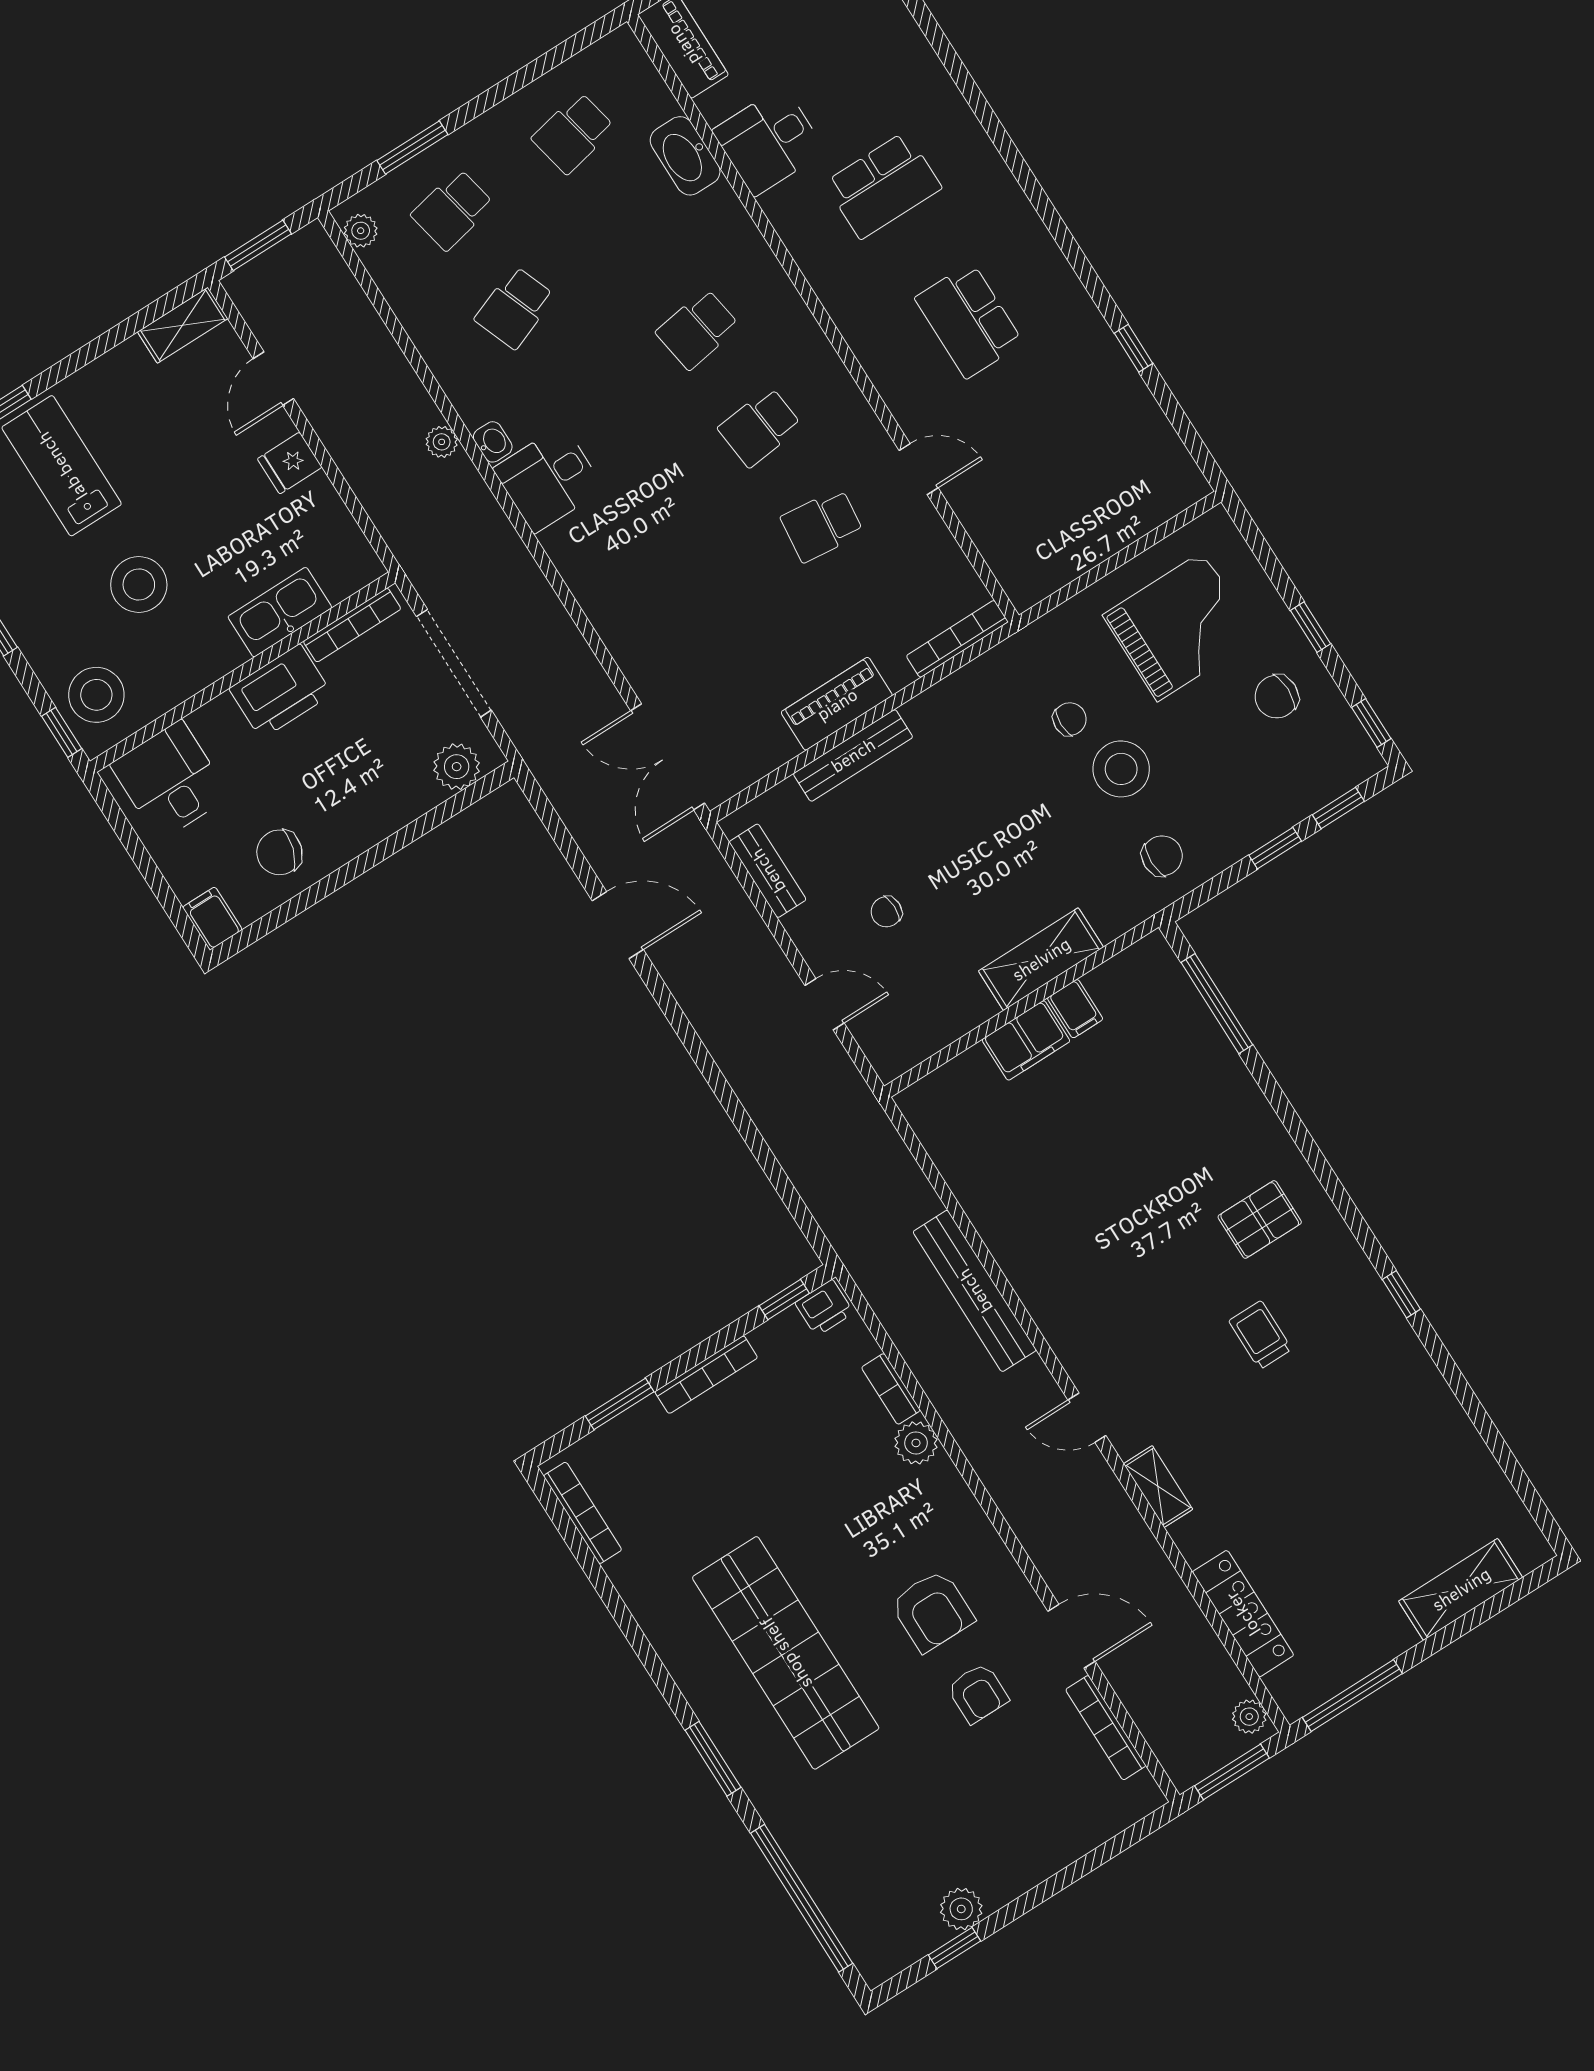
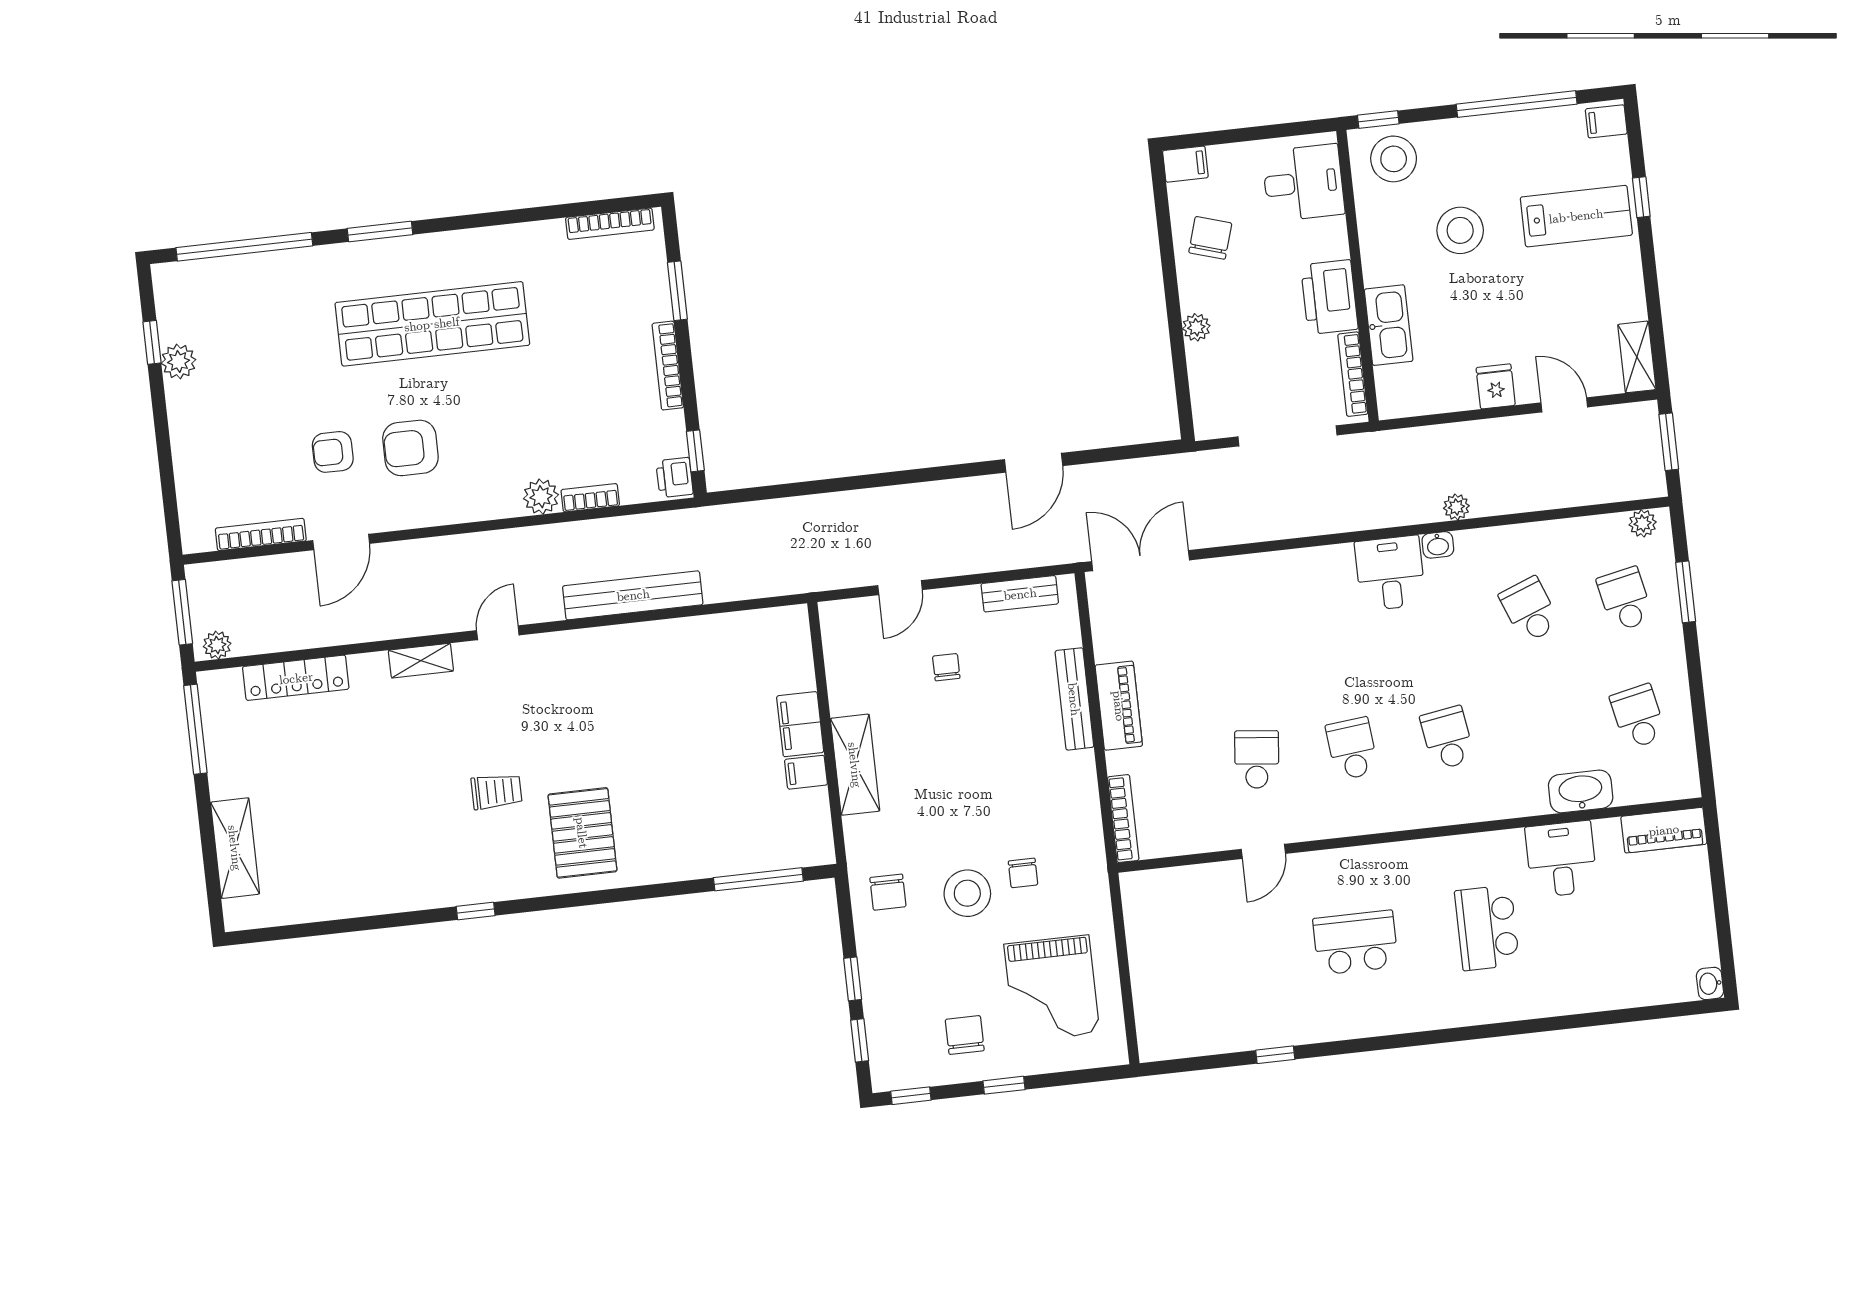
plant: (457, 767) -> (1196, 327), moved, width x0.73, depth x0.73
pallet: (1260, 1219) -> (582, 833), width x1.50, depth x1.42

